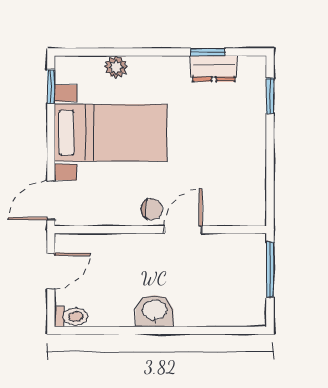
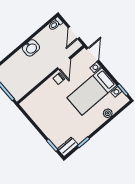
dresser: (214, 68) -> (68, 147), moved
door: (183, 230) -> (64, 63), moved

